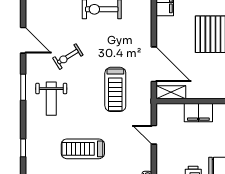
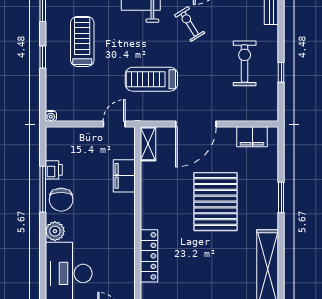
door: (154, 64) -> (196, 124), moved
door: (154, 135) -> (114, 124), moved

